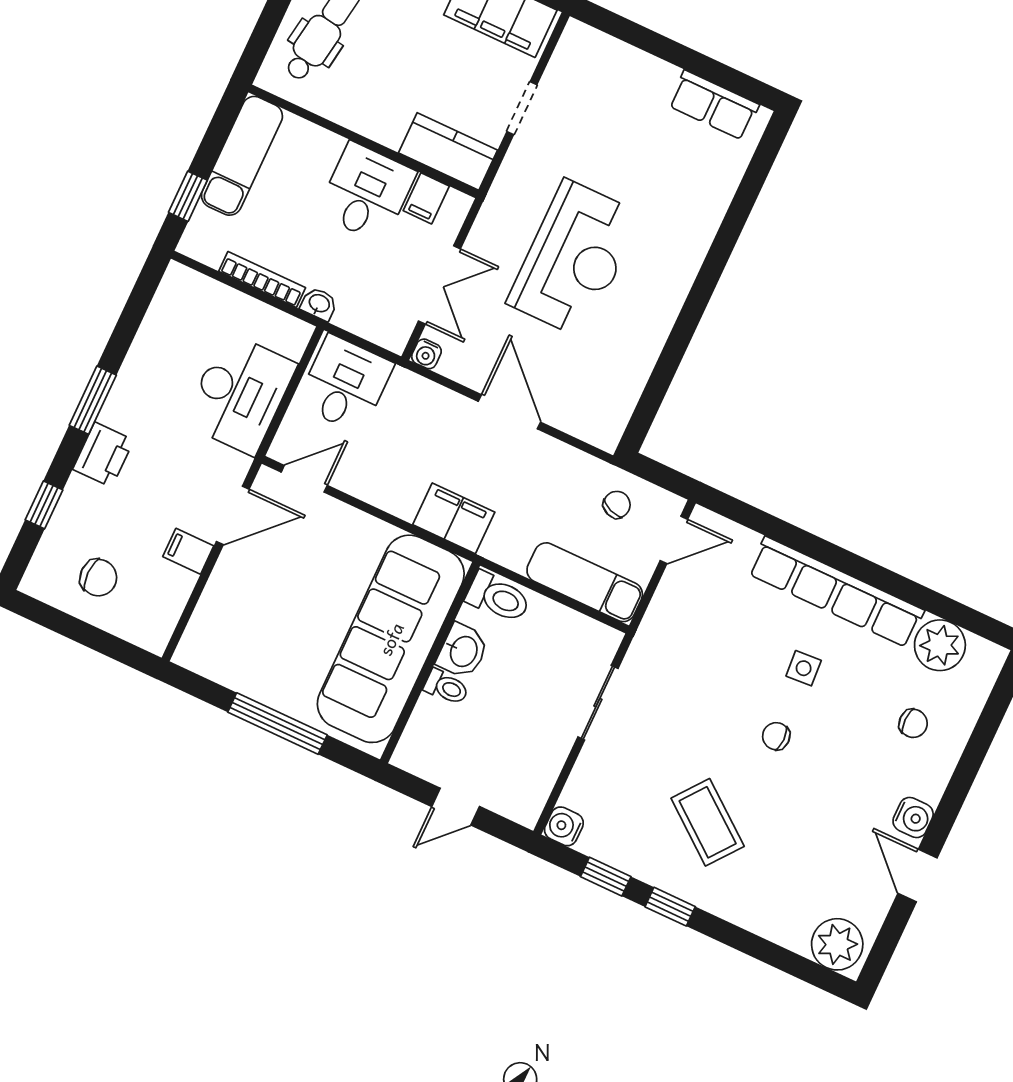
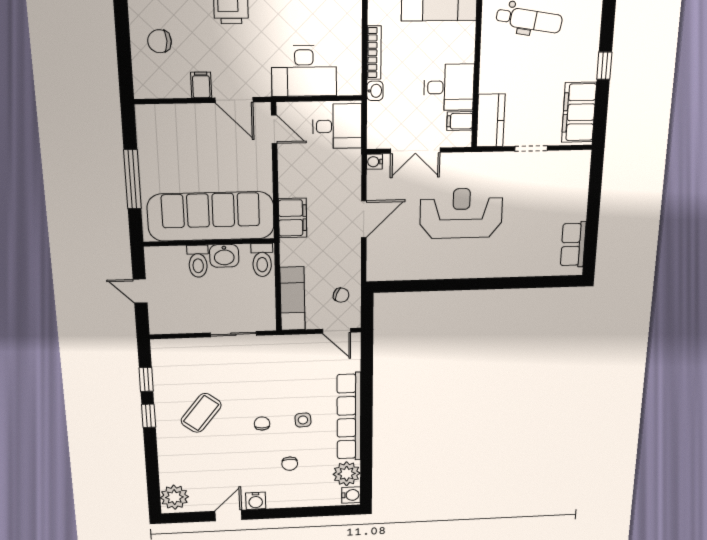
reception desk: (574, 259) -> (461, 213), turned 180
chair: (98, 578) -> (160, 41), turned 90
toilet: (446, 687) -> (198, 261), width x1.37, depth x1.39
chair: (913, 723) -> (290, 464), moved
water cooler: (564, 826) -> (351, 495), moved, turned 90

